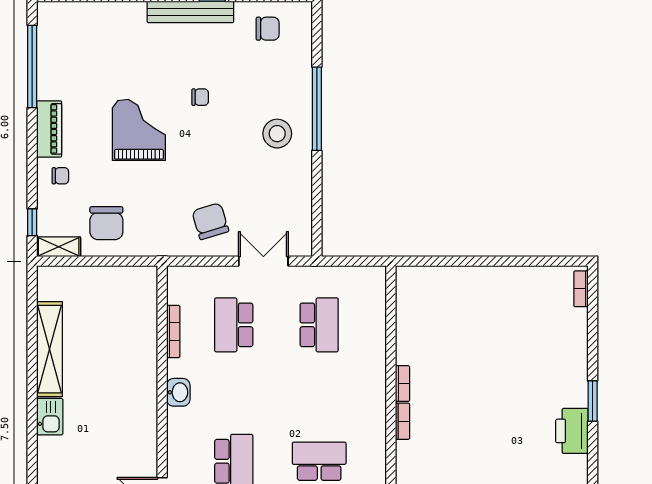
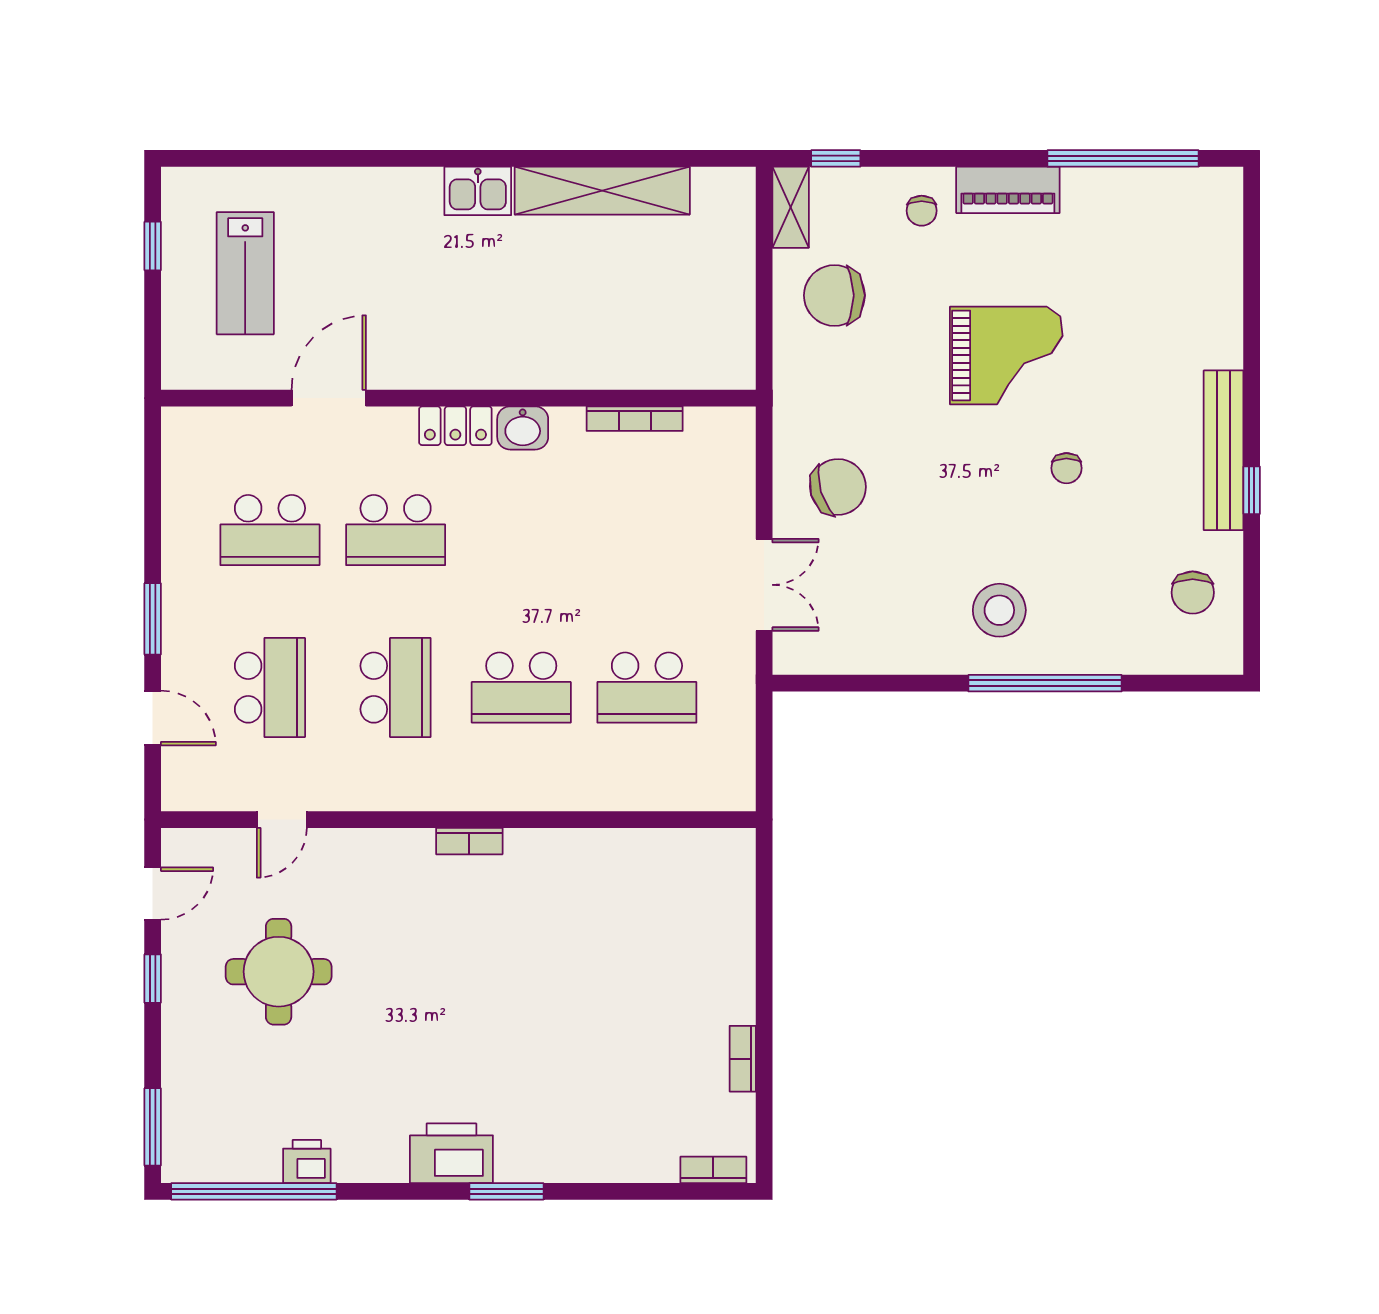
school desk: (234, 325) -> (521, 688), moved, turned 180
bookcase: (402, 384) -> (743, 1059), moved, turned 90
locker: (177, 429) -> (455, 426), added

